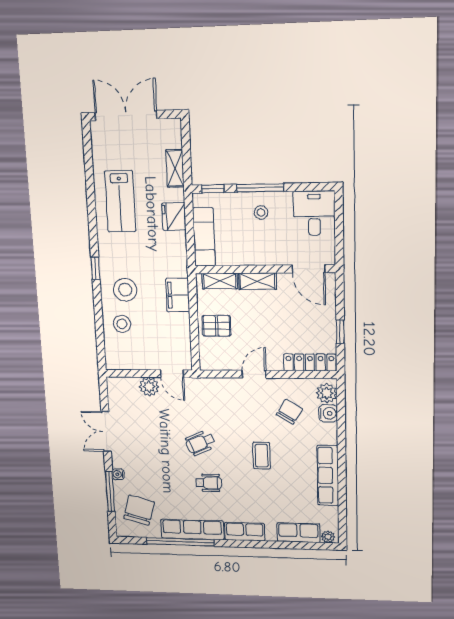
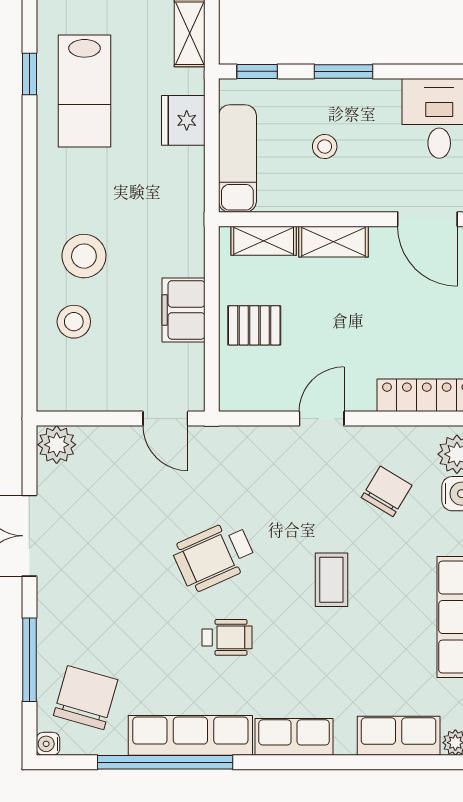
window: (260, 188) -> (343, 71), width x0.69
stool: (261, 212) -> (325, 147), moved
window: (95, 268) -> (29, 74), moved
filing cabinet: (178, 295) -> (183, 310), moved
plant: (149, 387) -> (57, 445), moved
wheelchair: (200, 443) -> (214, 556), width x1.36, depth x1.37
water cooler: (118, 474) -> (48, 744), moved

